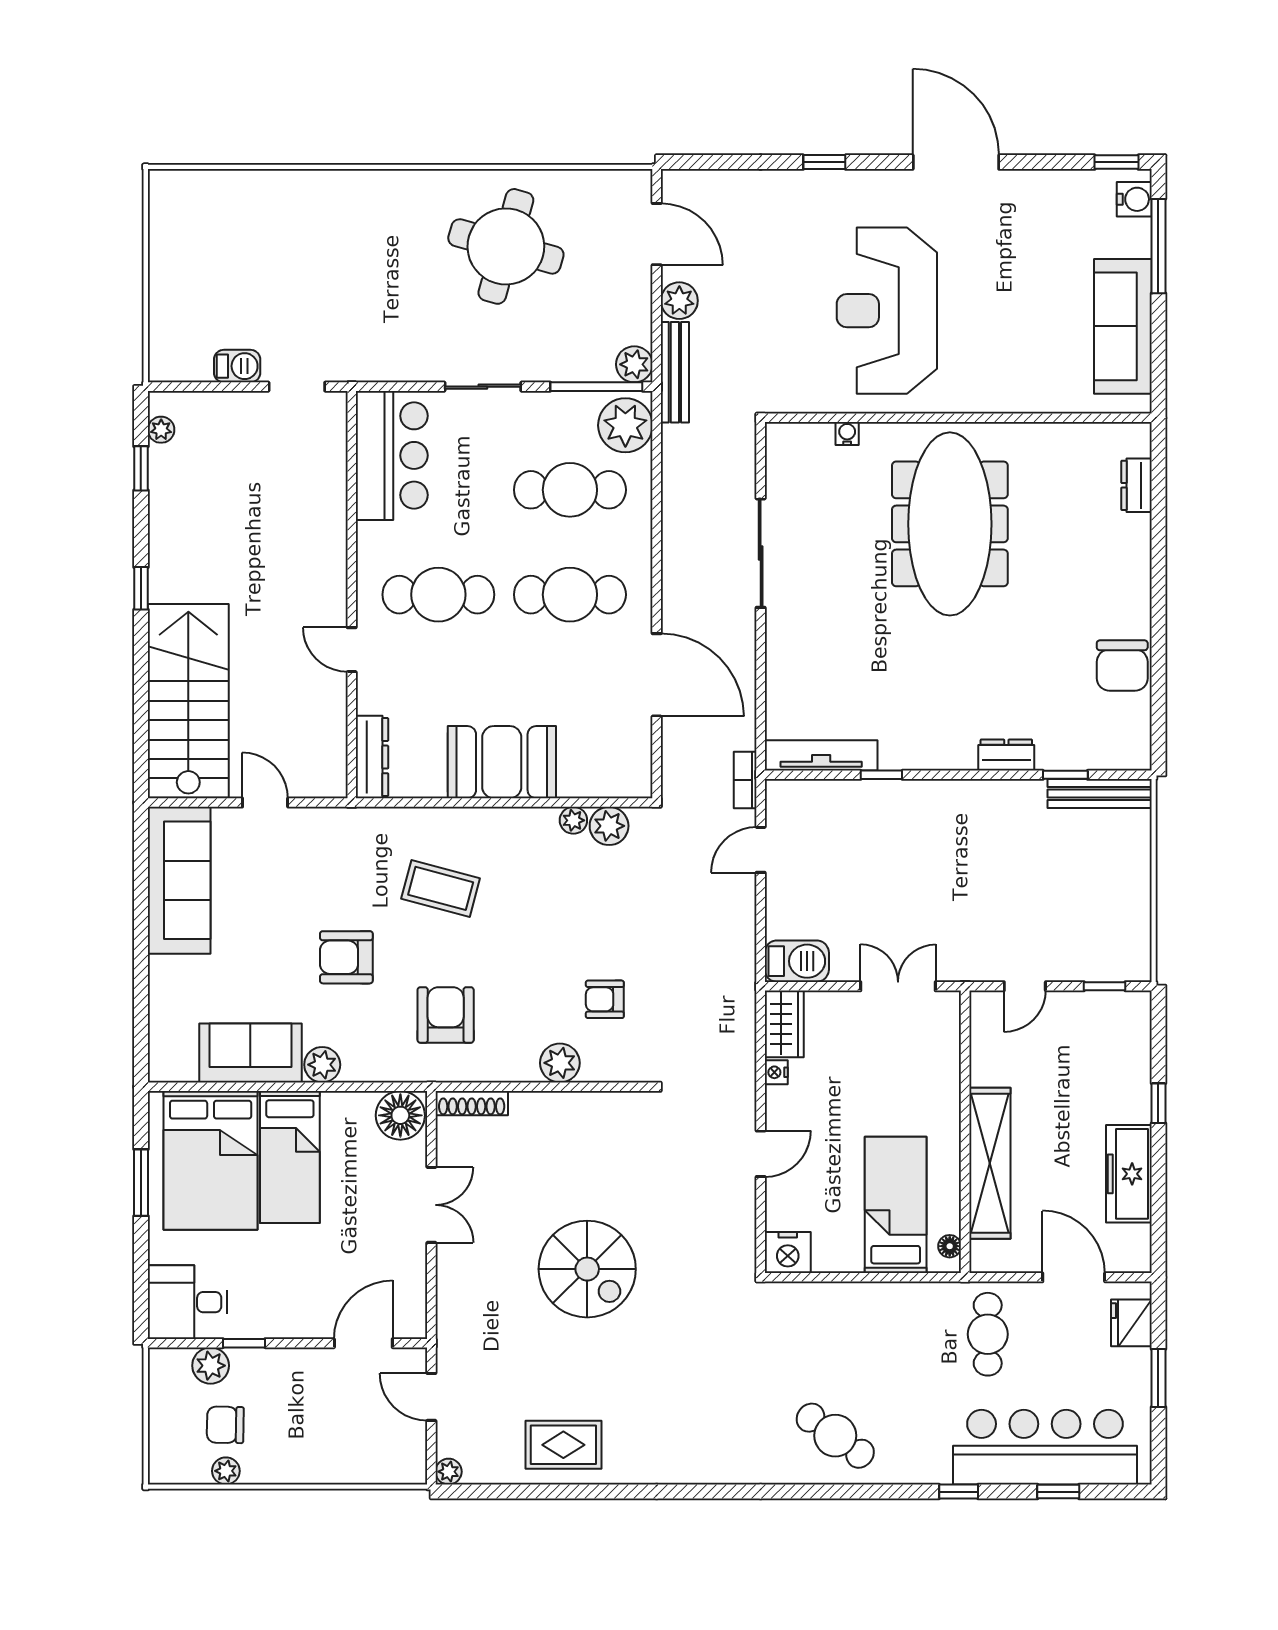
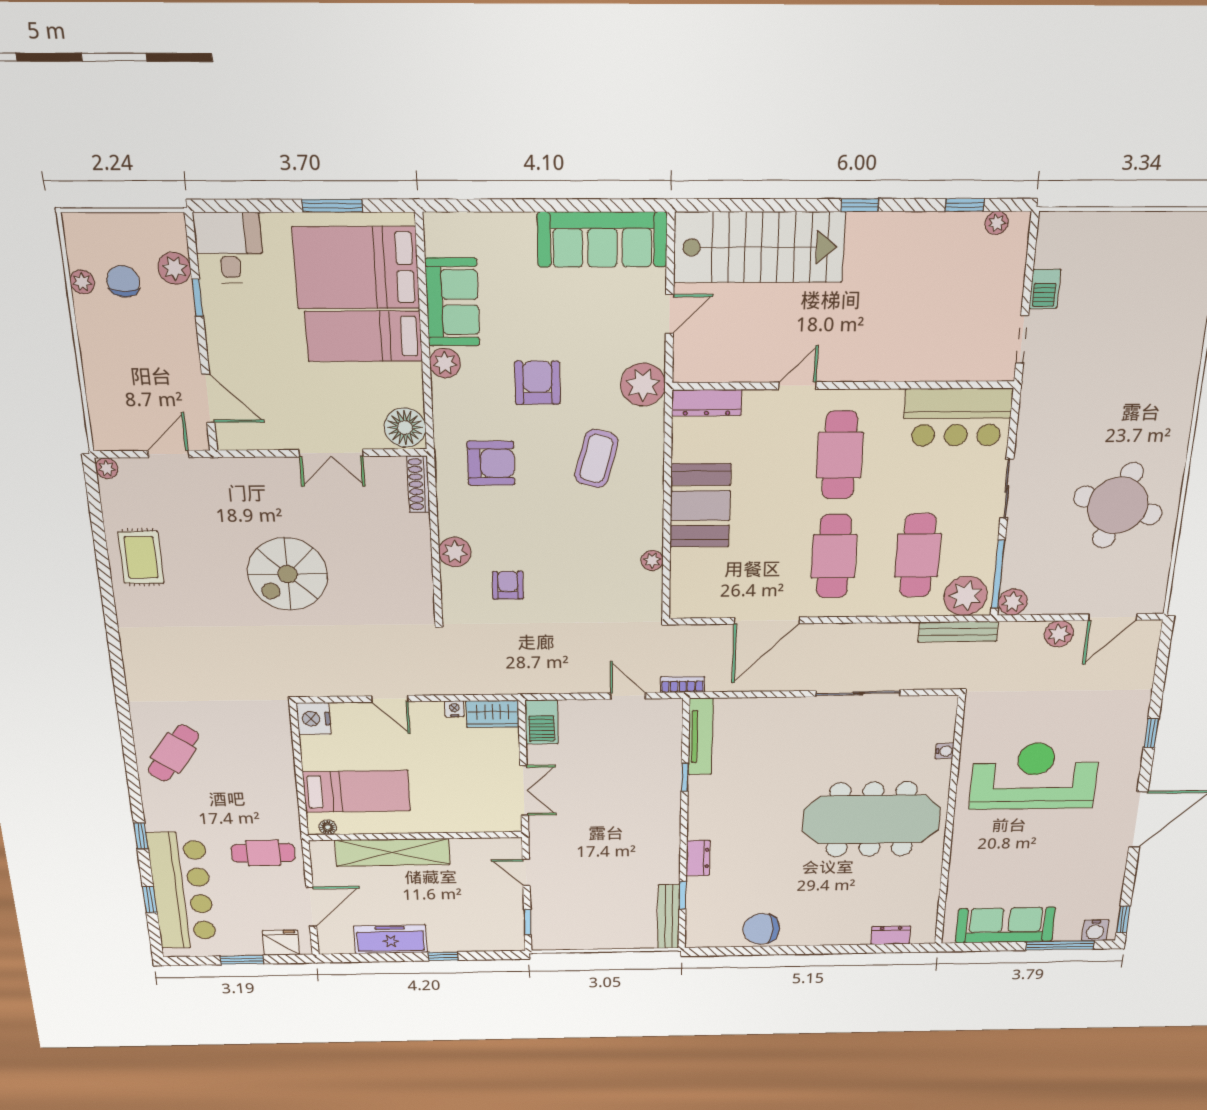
bench: (675, 372) -> (958, 632), moved
plant: (609, 826) -> (643, 385), moved, width x1.36, depth x1.36

